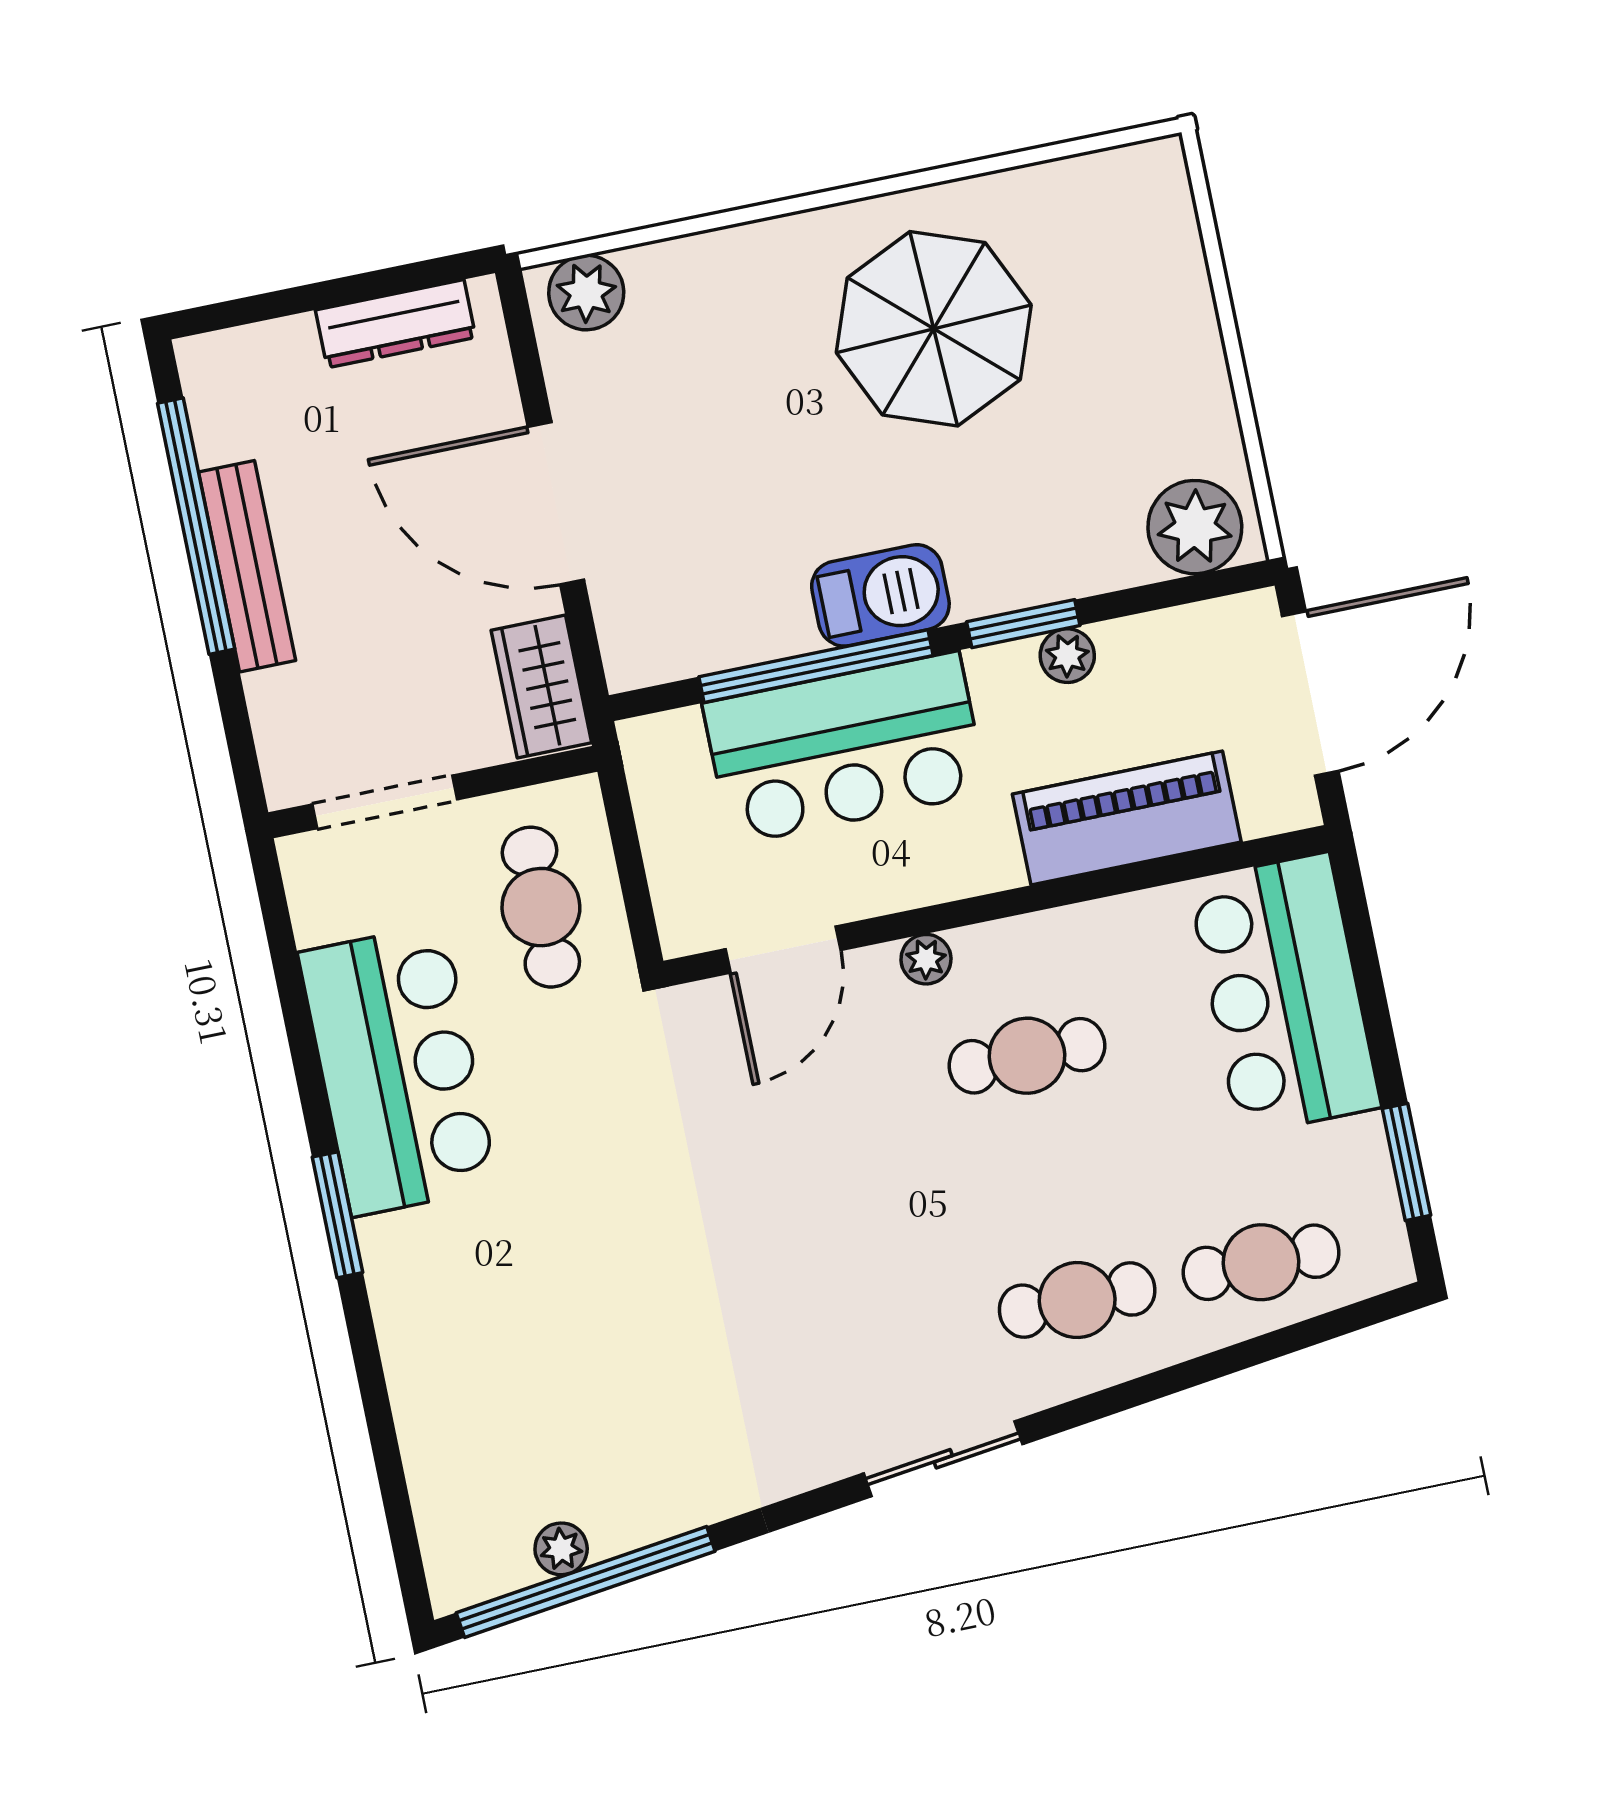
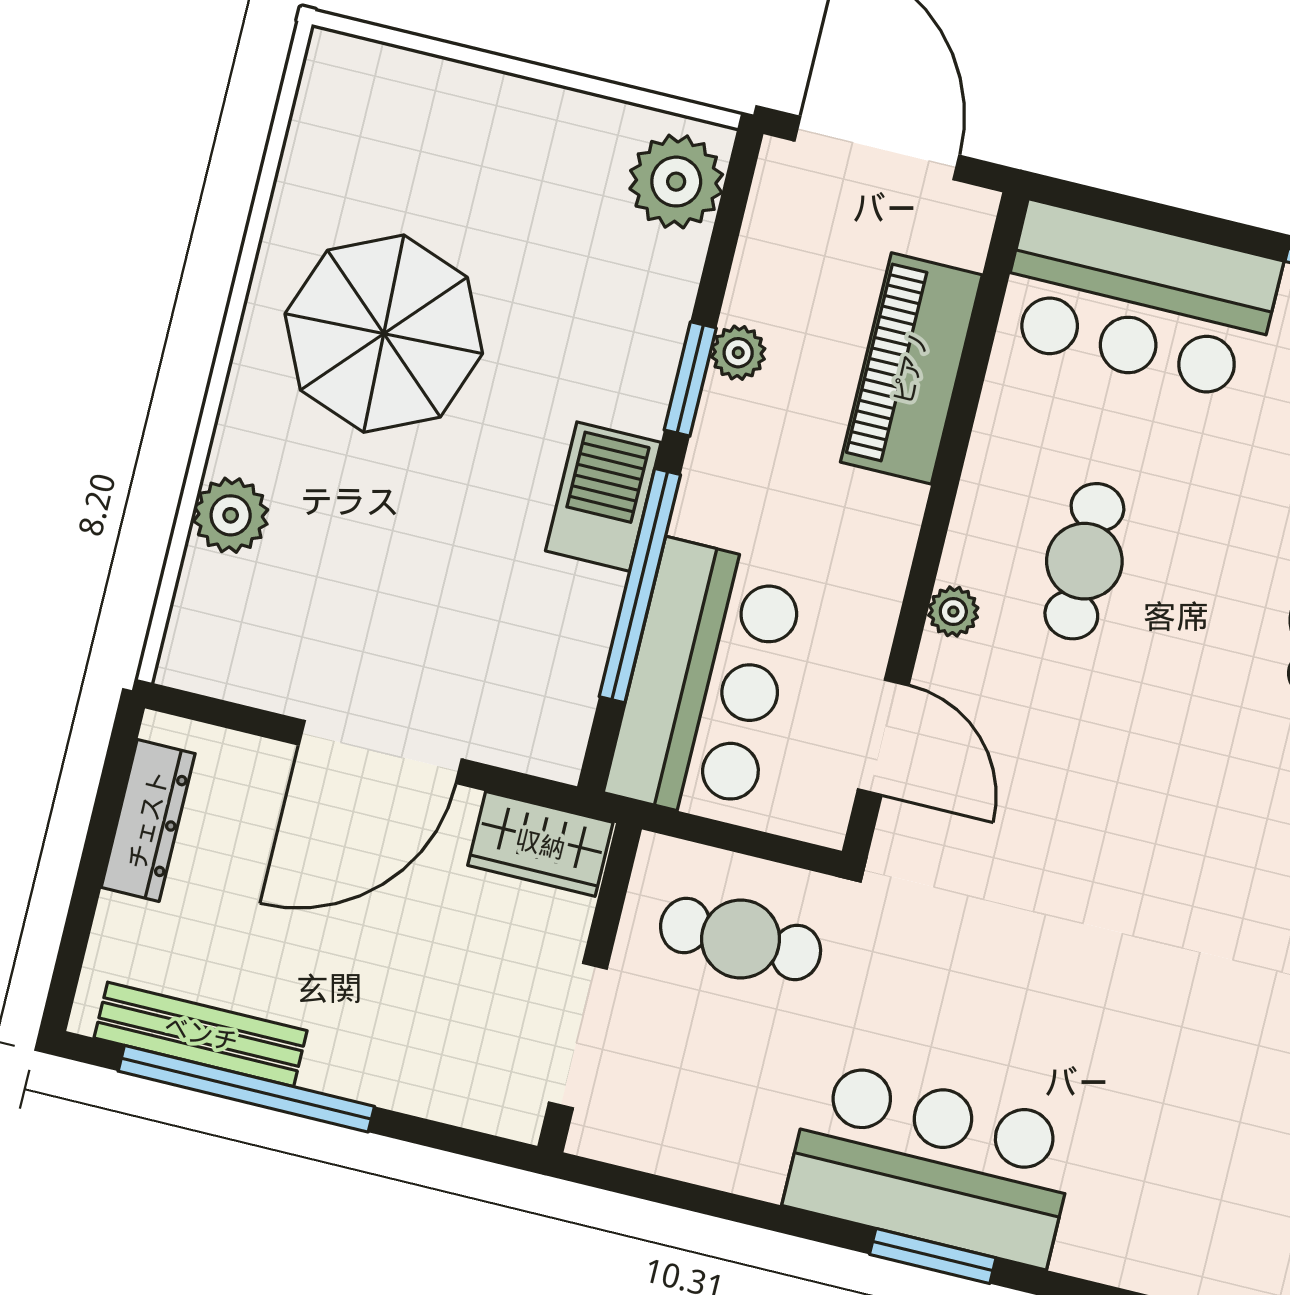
plant: (586, 293) -> (231, 515), moved
bench: (247, 566) -> (201, 1034), moved
bar counter: (845, 748) -> (705, 682), moved
bar counter: (398, 1070) -> (932, 1164), moved

